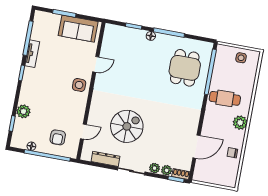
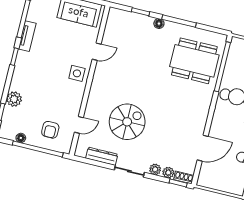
dining table: (185, 68) -> (194, 61), width x1.38

